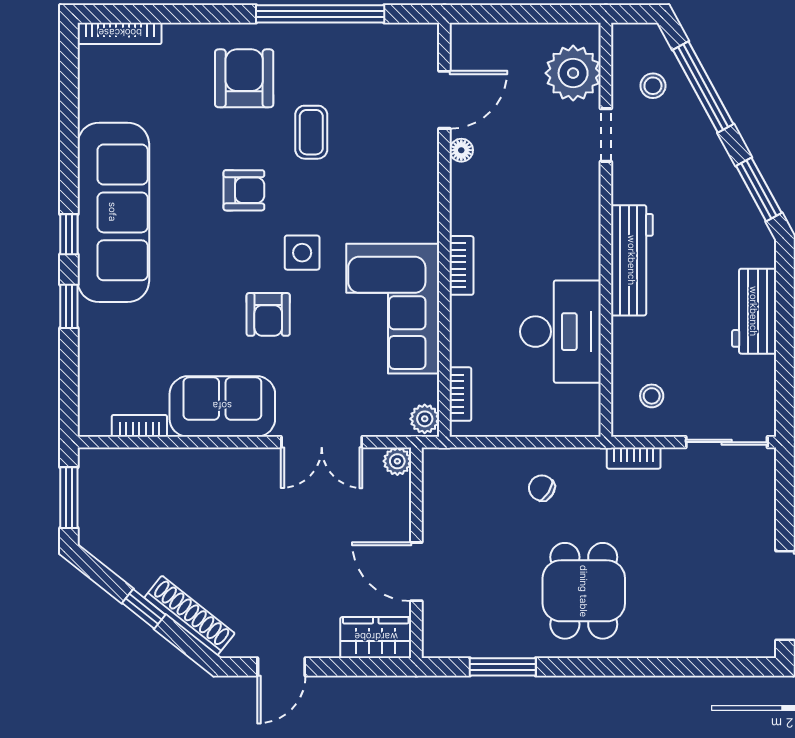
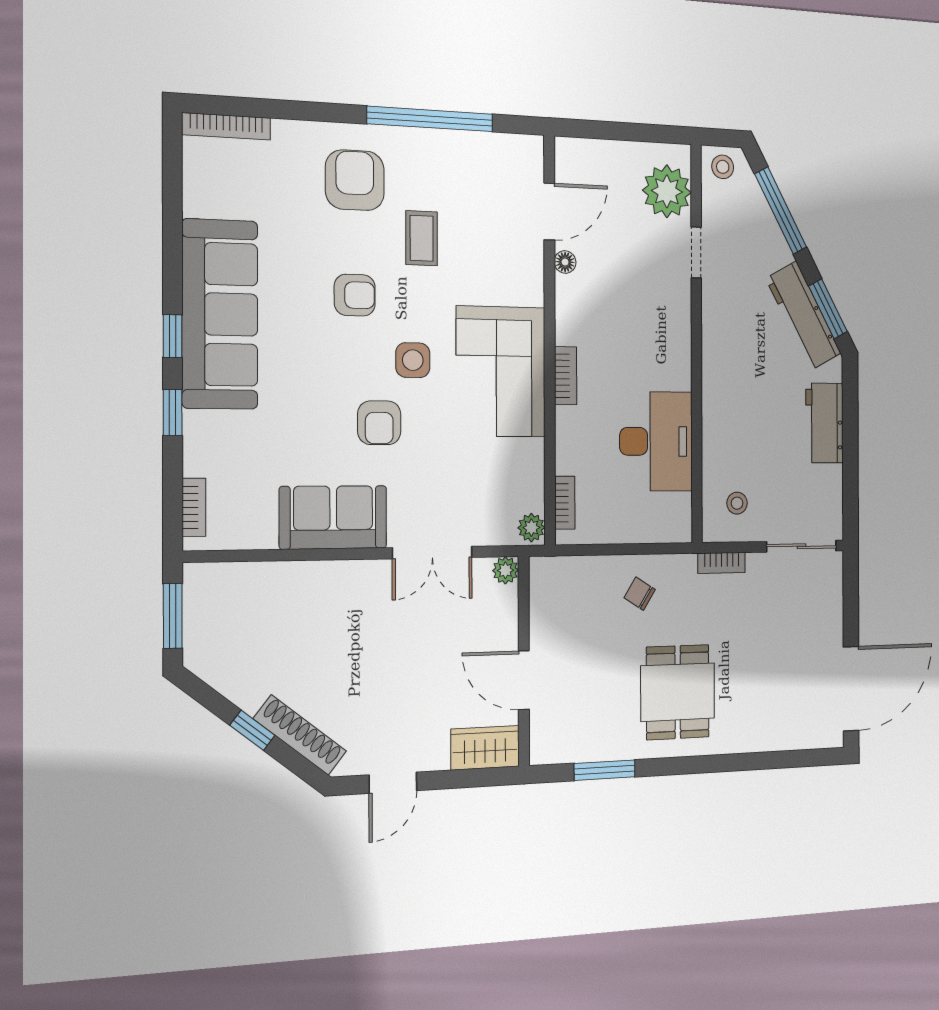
stool: (653, 86) -> (723, 167), moved
workbench: (632, 260) -> (803, 316), moved, turned 151
corner sofa: (393, 309) -> (501, 372), moved
bookcase: (139, 426) -> (194, 507), moved, turned 90

